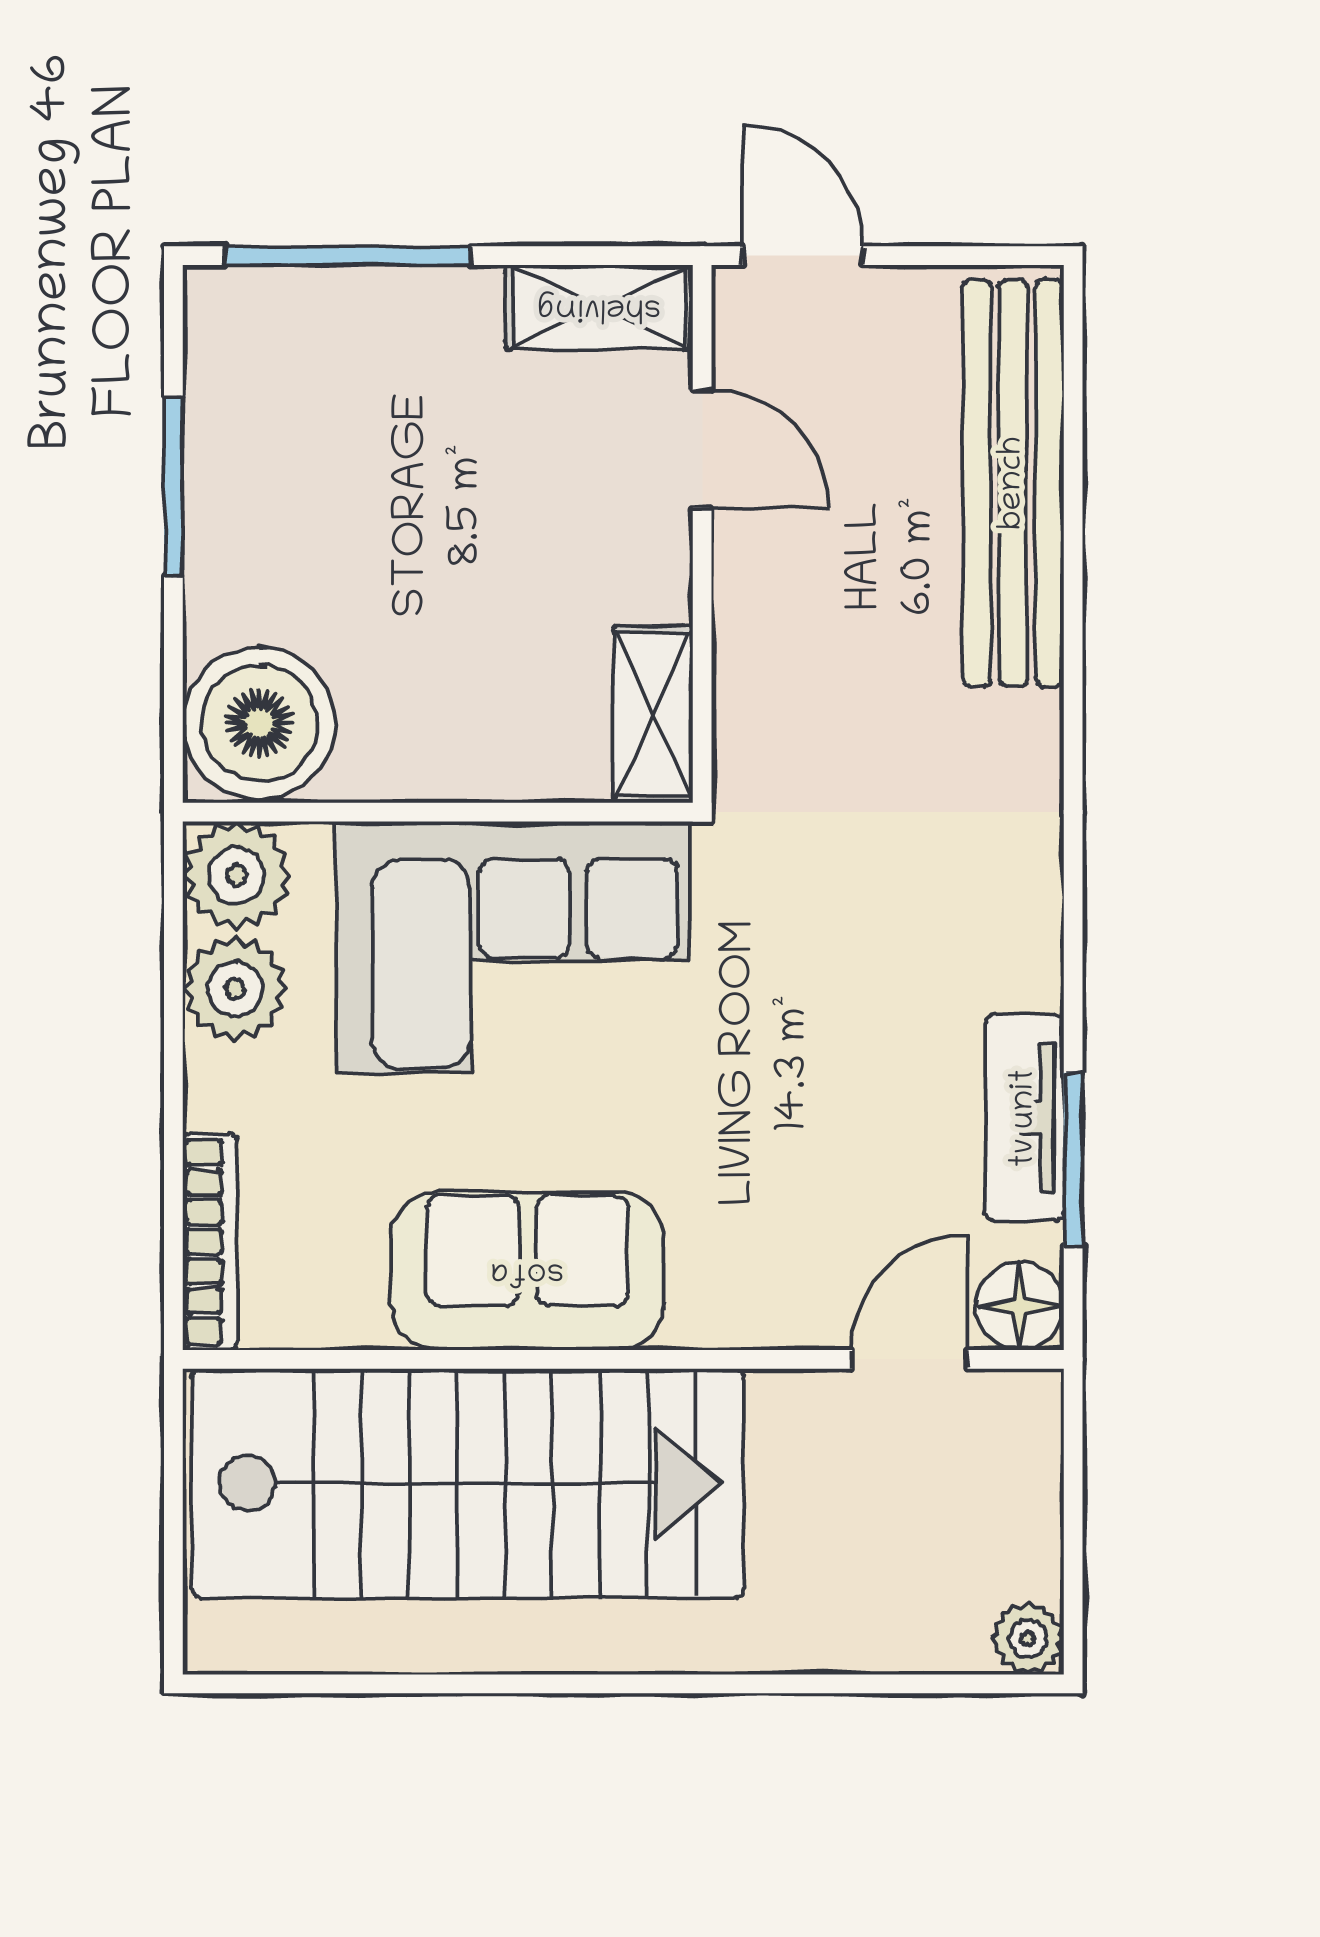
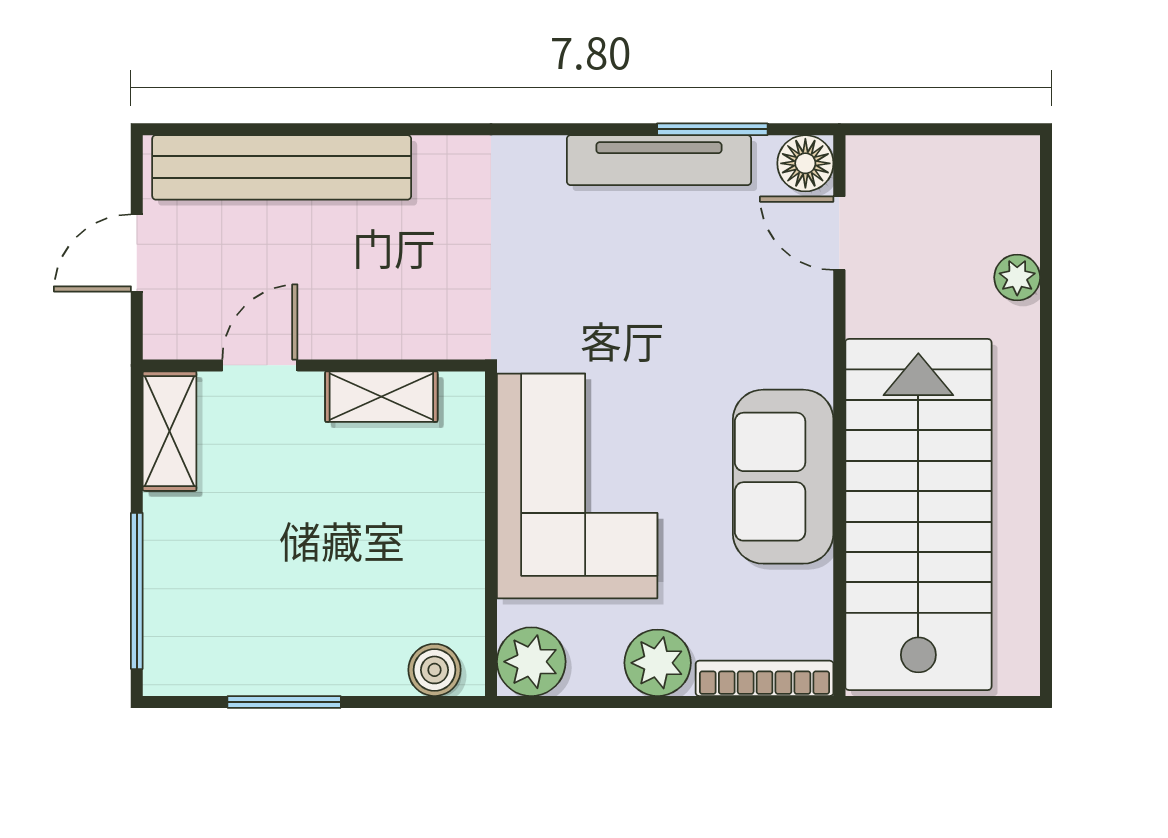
door: (803, 256) -> (137, 253), moved
shelving: (653, 714) -> (381, 397), moved
boiler: (259, 723) -> (434, 670), width x0.54, depth x0.54
plant: (235, 989) -> (658, 663), moved
tv unit: (1025, 1118) -> (659, 160), width x1.41
plant: (1028, 1639) -> (1017, 277), moved

